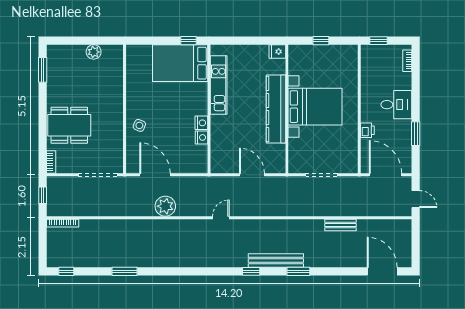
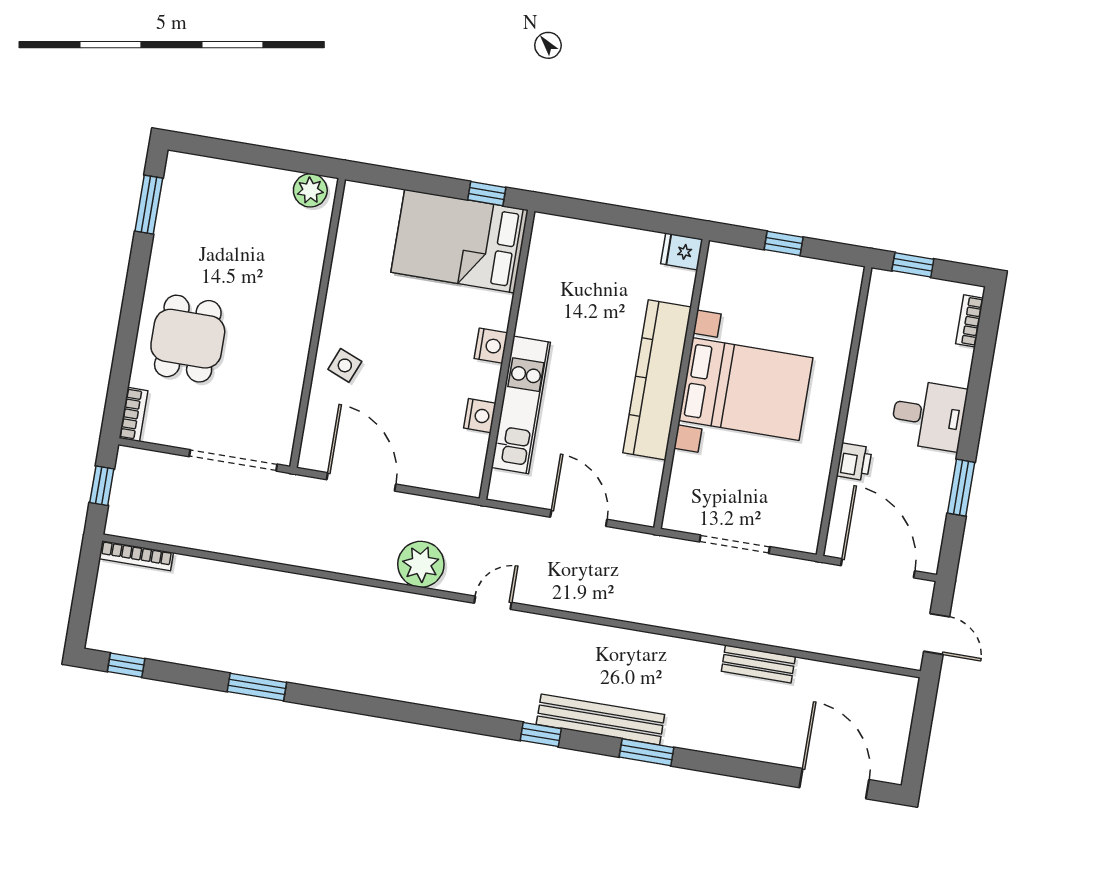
plant: (94, 52) -> (310, 190), moved
kitchen unit: (219, 85) -> (521, 405), moved
nightstand: (201, 123) -> (491, 346), moved
dining table: (69, 125) -> (188, 339), width x0.73
plant: (165, 206) -> (421, 564), moved

